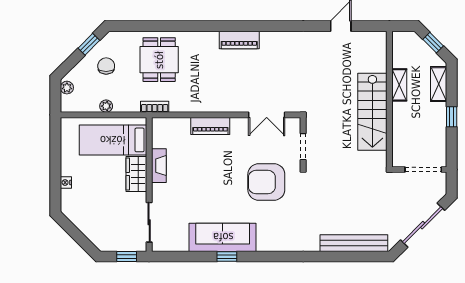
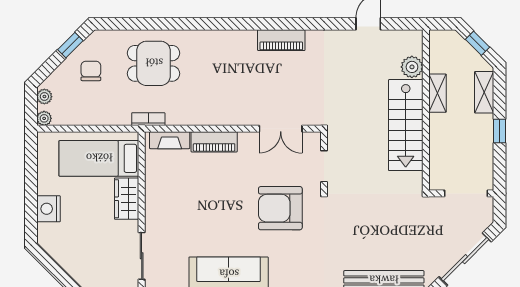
piano: (239, 40) -> (281, 40), moved
dining table: (159, 60) -> (154, 63), turned 90
plant: (378, 63) -> (412, 67), added
plant: (106, 106) -> (44, 118), moved
fireplace: (159, 166) -> (170, 140), moved, turned 90
nightstand: (66, 183) -> (49, 209), width x1.89, depth x1.79

